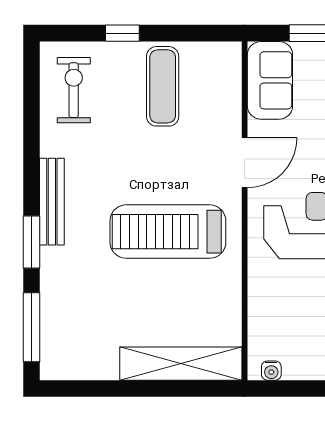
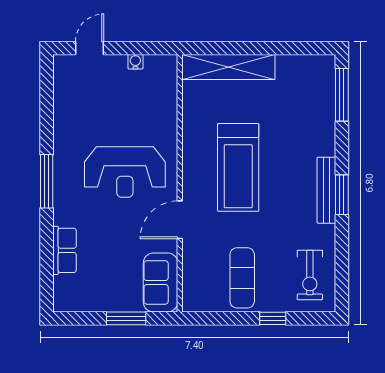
treadmill: (168, 232) -> (238, 167), turned 90
window: (32, 242) -> (342, 195), moved
water cooler: (271, 371) -> (135, 62), moved

